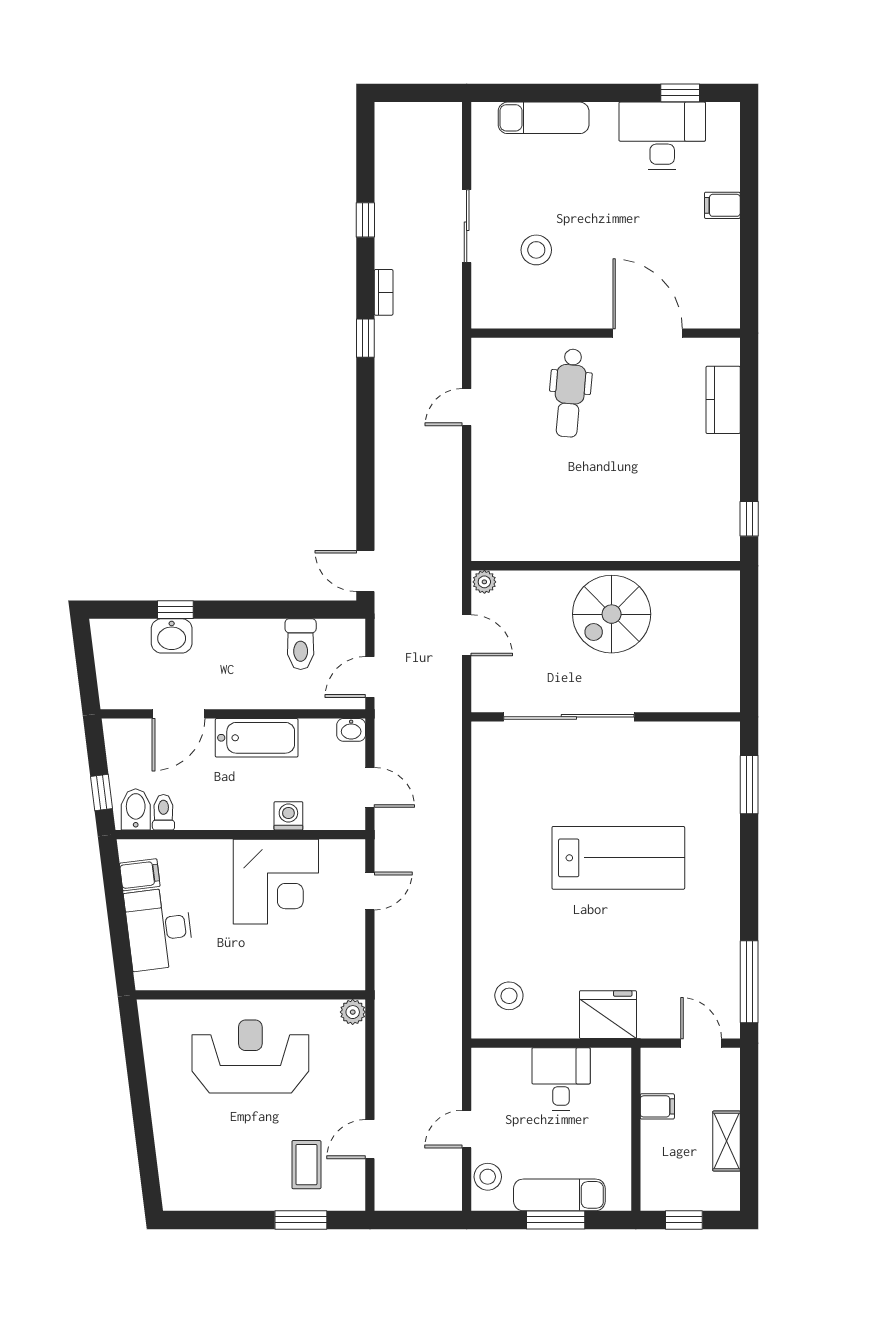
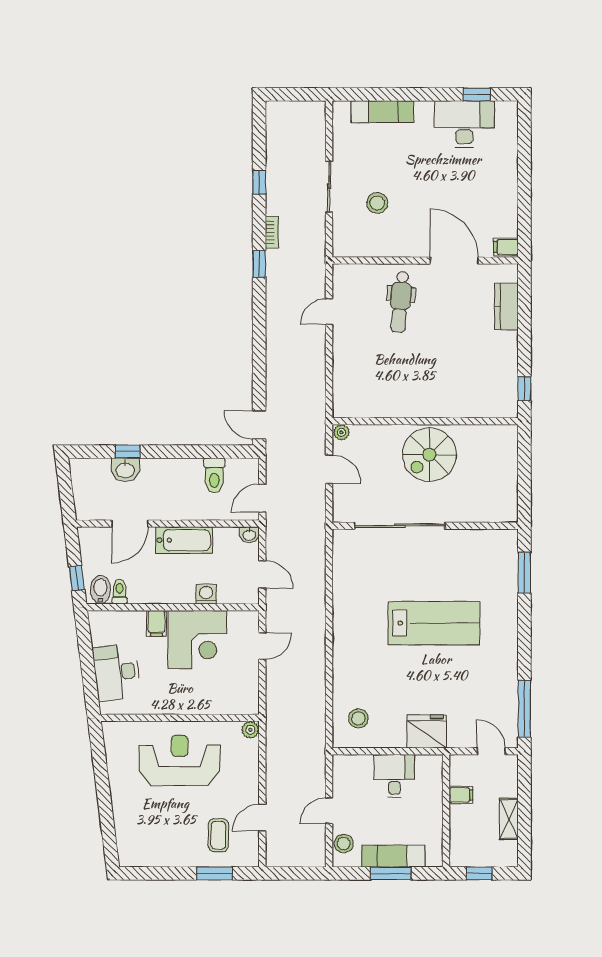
filing cabinet: (722, 205) -> (506, 247), moved
filing cabinet: (140, 875) -> (157, 623), moved, turned 97

